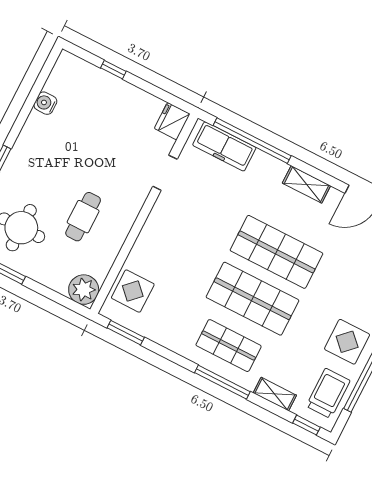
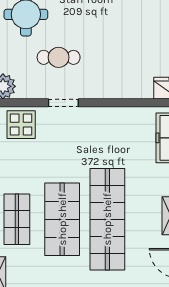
doorway: (165, 173) -> (63, 103), moved
shop shelf: (276, 252) -> (107, 219), width x1.40

